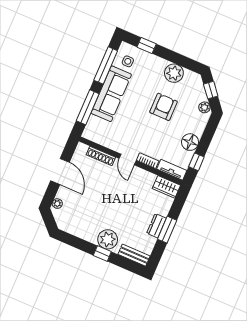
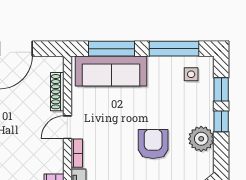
window: (168, 55) -> (221, 121), added
sofa: (111, 94) -> (111, 71), moved
armchair: (164, 107) -> (153, 144), turned -90

